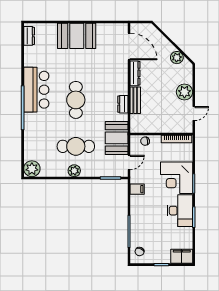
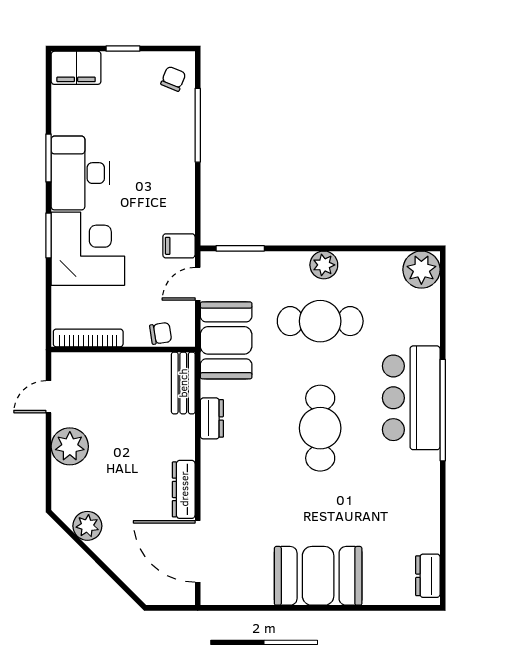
bar counter: (36, 90) -> (411, 398), moved
bench: (135, 100) -> (183, 383), moved
filing cabinet: (137, 189) -> (179, 246), moved

